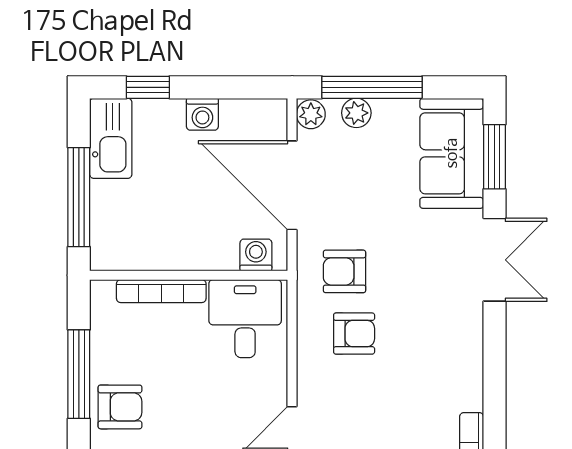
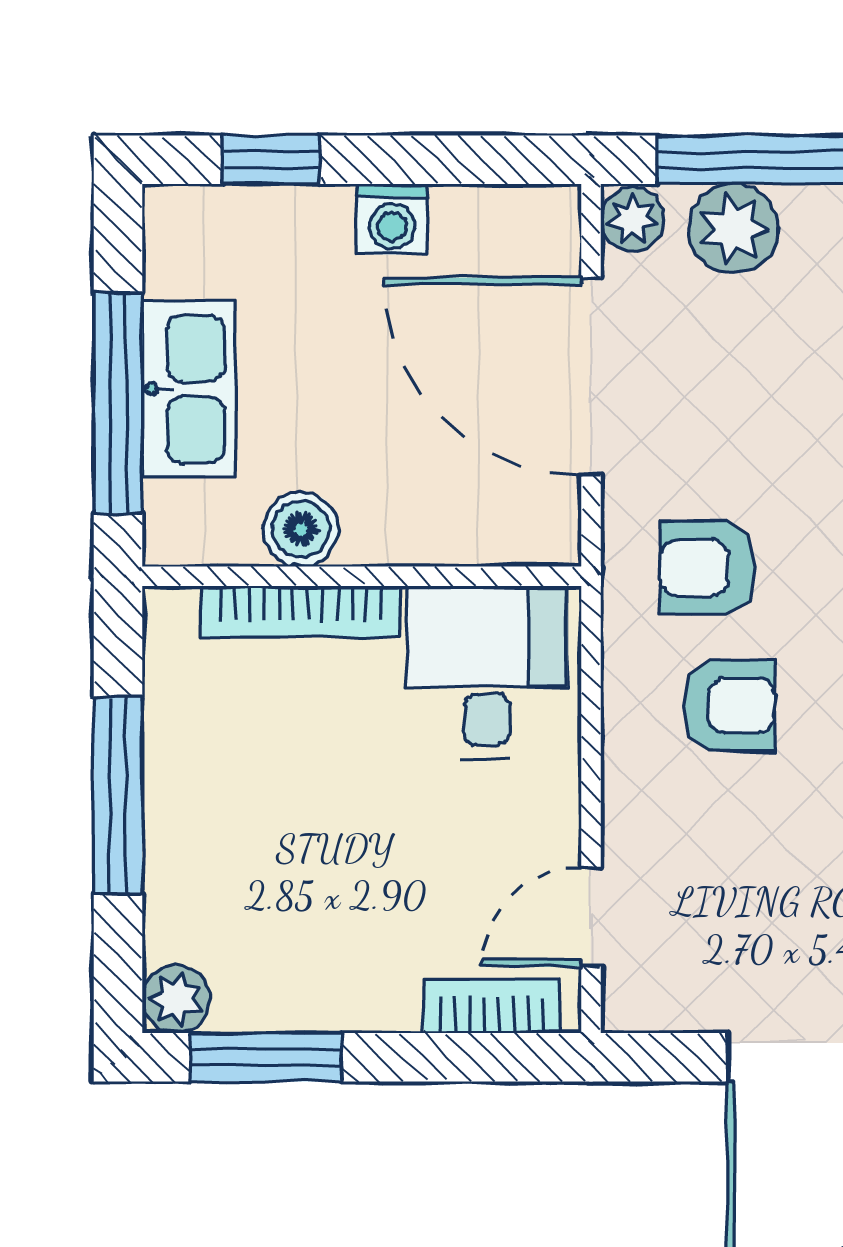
plant: (356, 113) -> (734, 229), width x1.38, depth x1.38
kitchen sink: (111, 138) -> (189, 389), moved
boiler: (161, 254) -> (301, 529), added
washing machine: (256, 255) -> (511, 531), removed
armchair: (120, 407) -> (209, 868), removed

